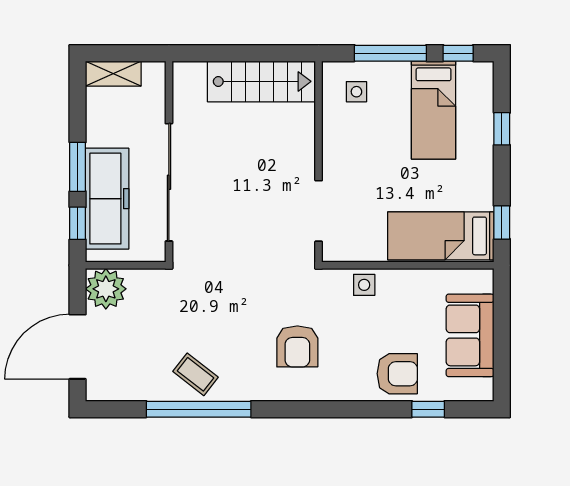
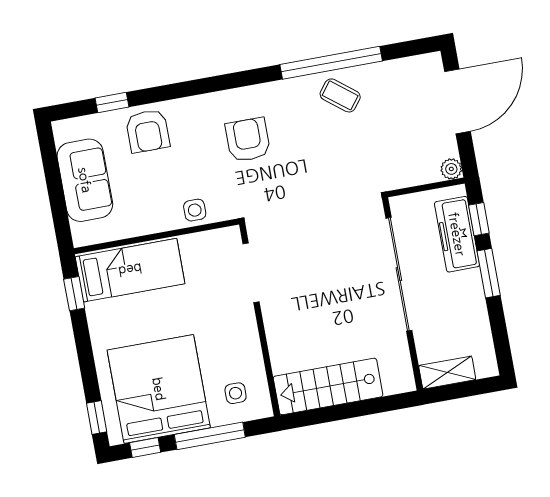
shelving: (113, 74) -> (447, 373), moved
bed: (434, 110) -> (159, 389), width x2.04
window: (502, 129) -> (97, 417), moved
freezer: (107, 199) -> (457, 234), width x0.73, depth x0.79
plant: (106, 289) -> (451, 169), width x0.53, depth x0.53
armchair: (397, 374) -> (148, 131), turned -90

